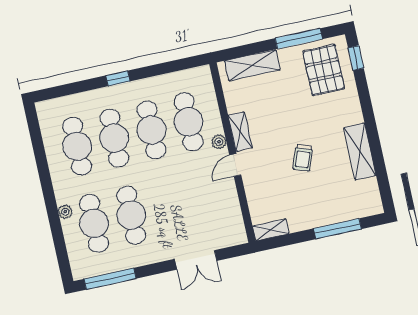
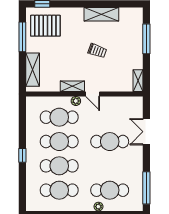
cafe table: (131, 215) -> (110, 142), moved
double door: (196, 260) -> (146, 132), swing flipped

